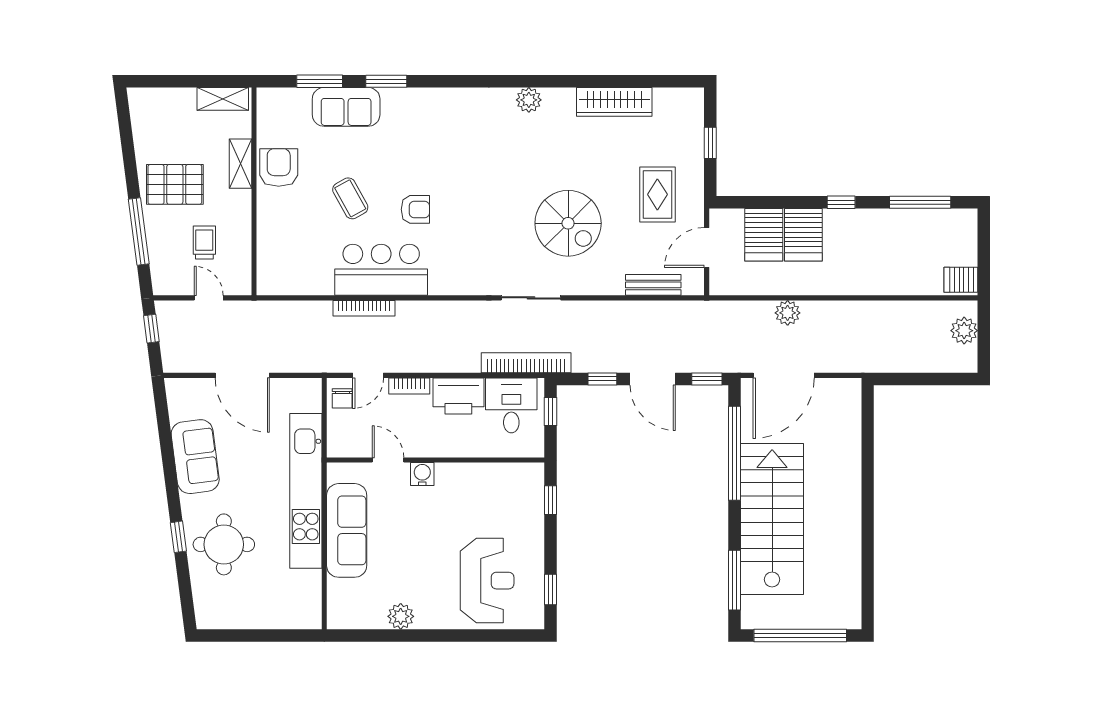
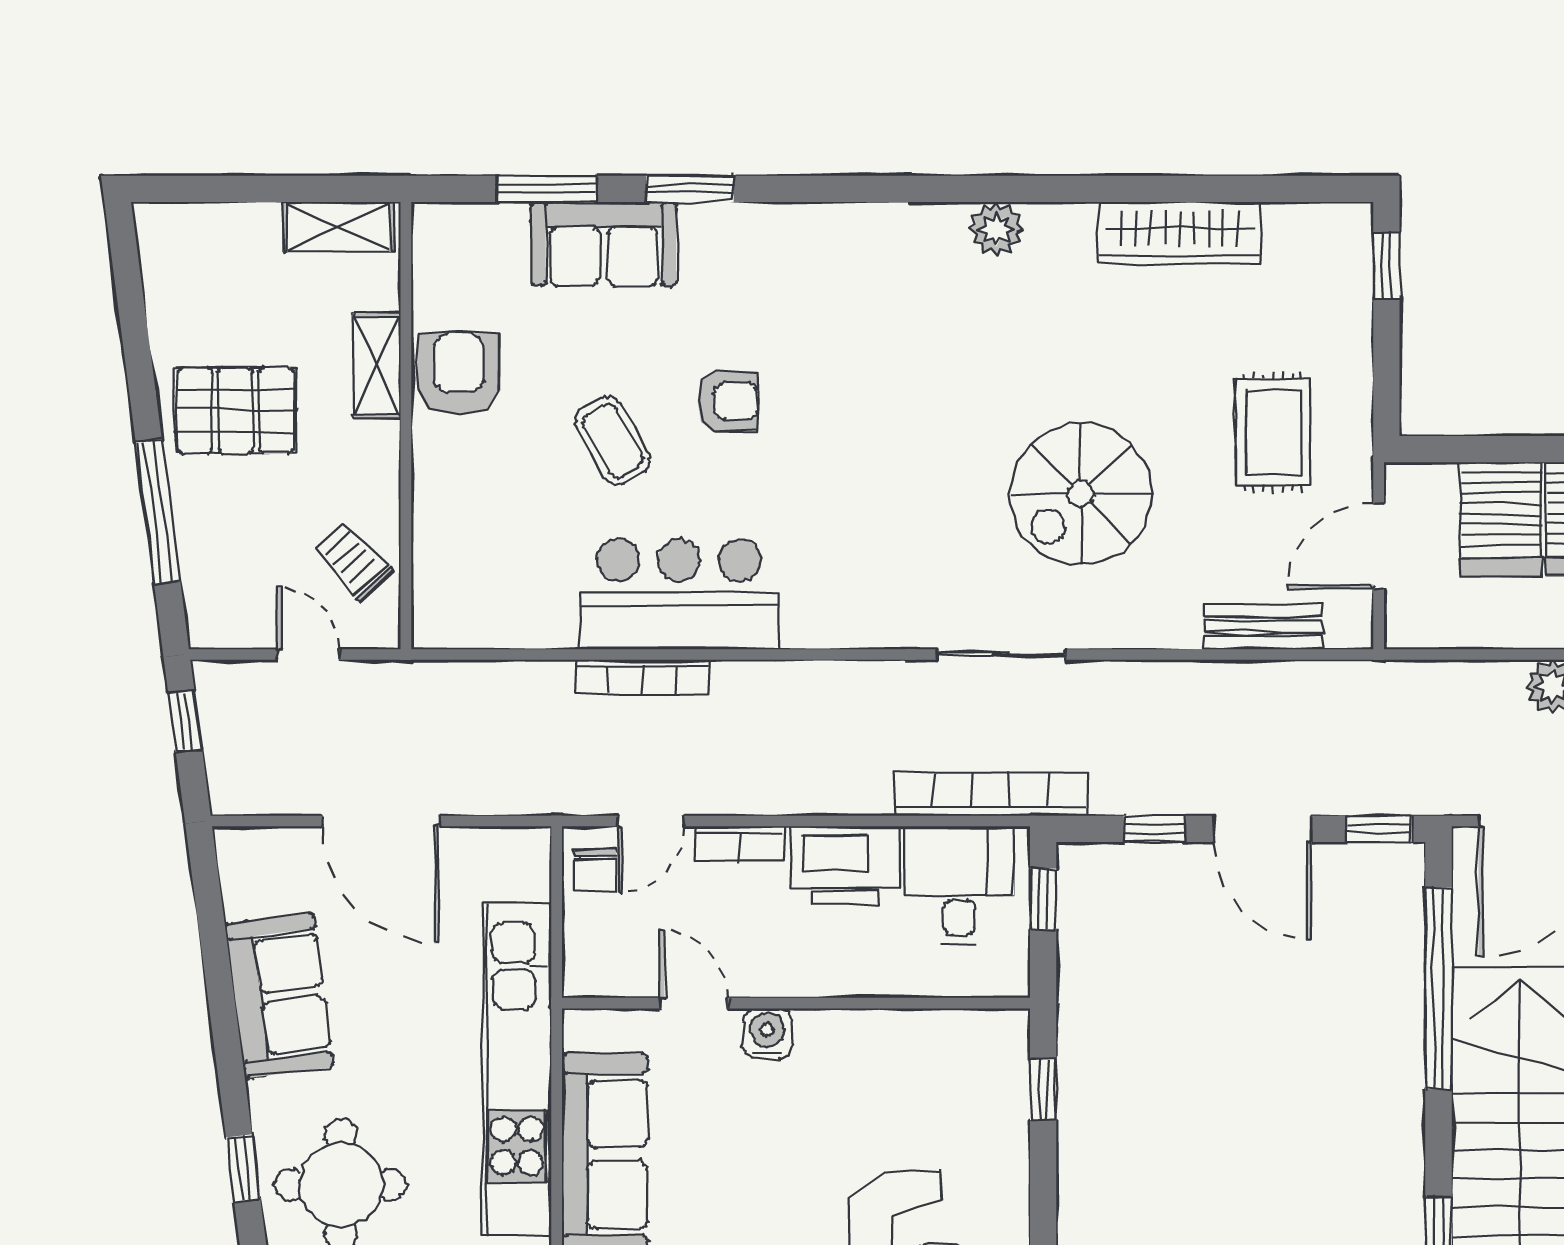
window: (710, 143) -> (1386, 266), moved
armchair: (415, 209) -> (728, 401), moved
spiral stairs: (568, 223) -> (1081, 494), turned 90
trolley: (204, 243) -> (353, 561), moved, turned -43

